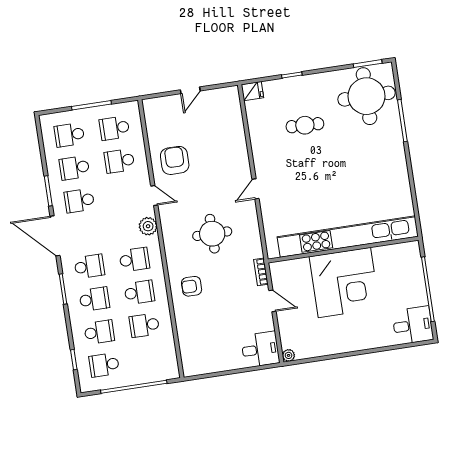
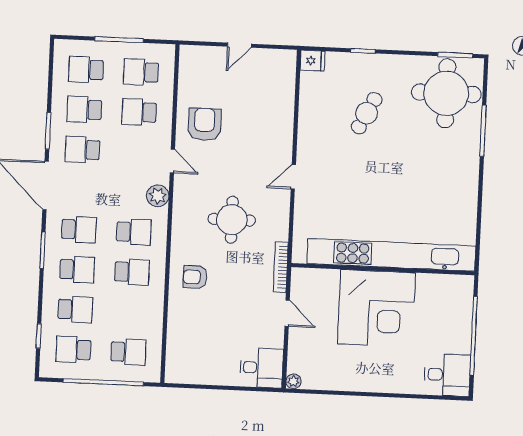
cafe table: (305, 125) -> (367, 113), turned -65
bookcase: (261, 272) -> (281, 267), width x1.56
school desk: (144, 325) -> (128, 352), moved, turned 180

